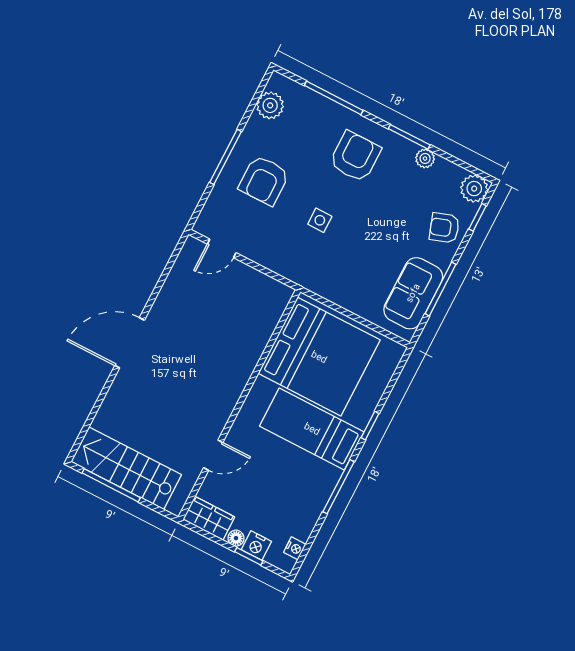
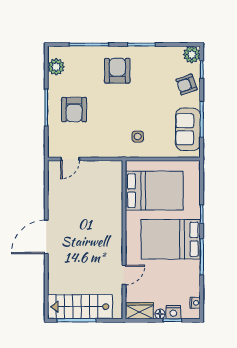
plant: (425, 158) -> (156, 52), removed
side table: (320, 220) -> (138, 137), moved
bed: (319, 357) -> (154, 191), width x0.73
bed: (312, 429) -> (171, 239), width x1.50

